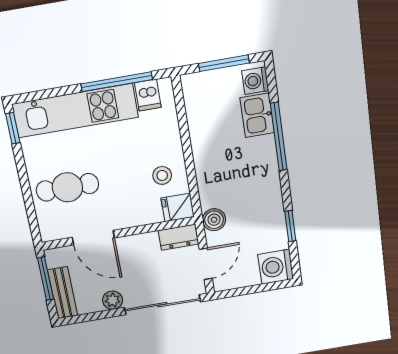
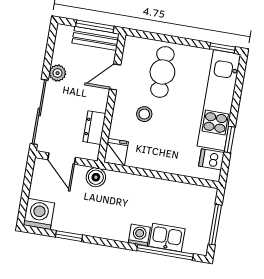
washing machine: (255, 81) -> (139, 235), moved
window: (117, 82) -> (230, 139), width x0.46
window: (279, 137) -> (165, 252), moved
stool: (162, 175) -> (144, 114), moved
dresser: (179, 237) -> (94, 128), moved
door: (93, 238) -> (115, 77), width x0.73
bench: (63, 293) -> (96, 38), moved

